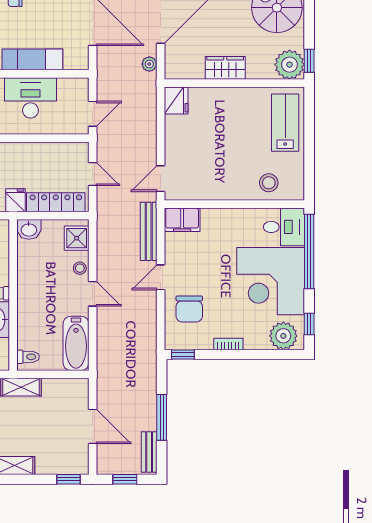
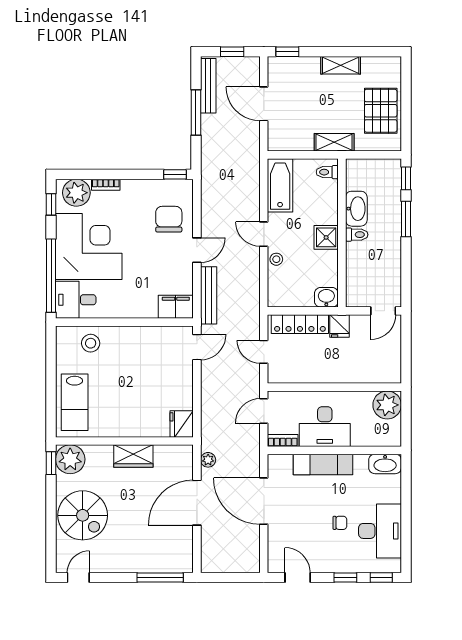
bookcase: (73, 84) -> (283, 440), added
shower: (77, 238) -> (326, 237), moved
bookcase: (228, 344) -> (106, 185), moved
bench: (149, 452) -> (208, 86), width x1.36

